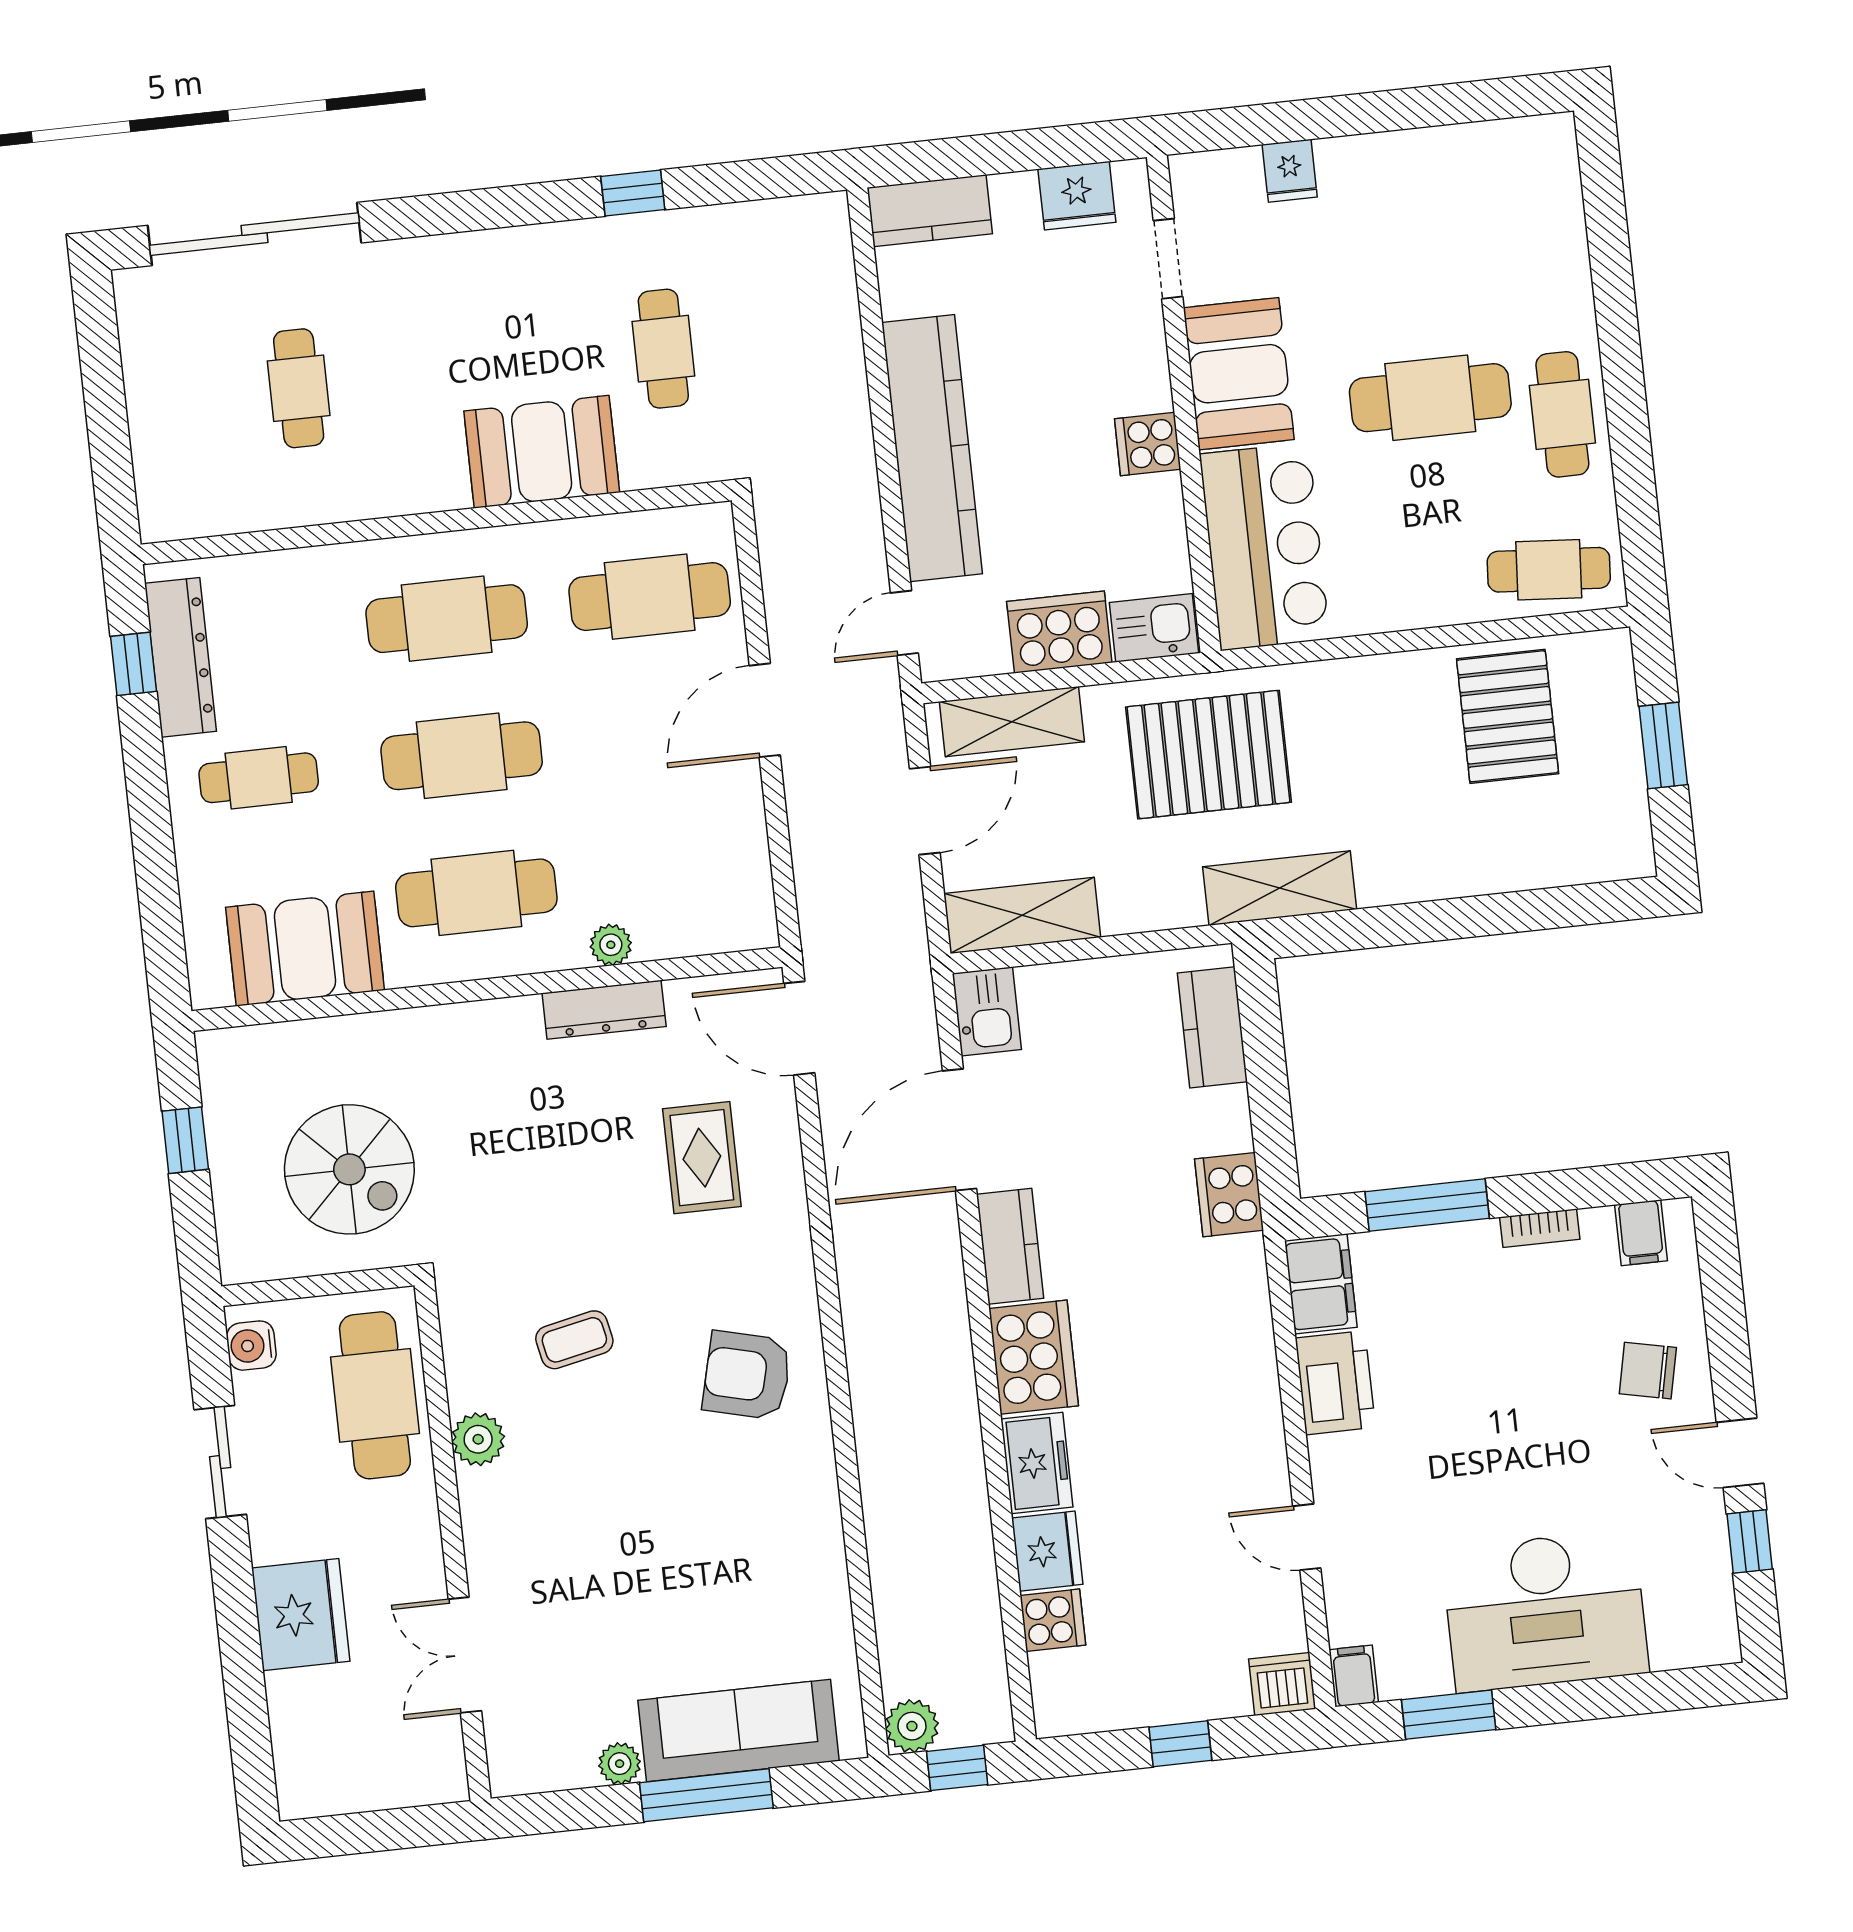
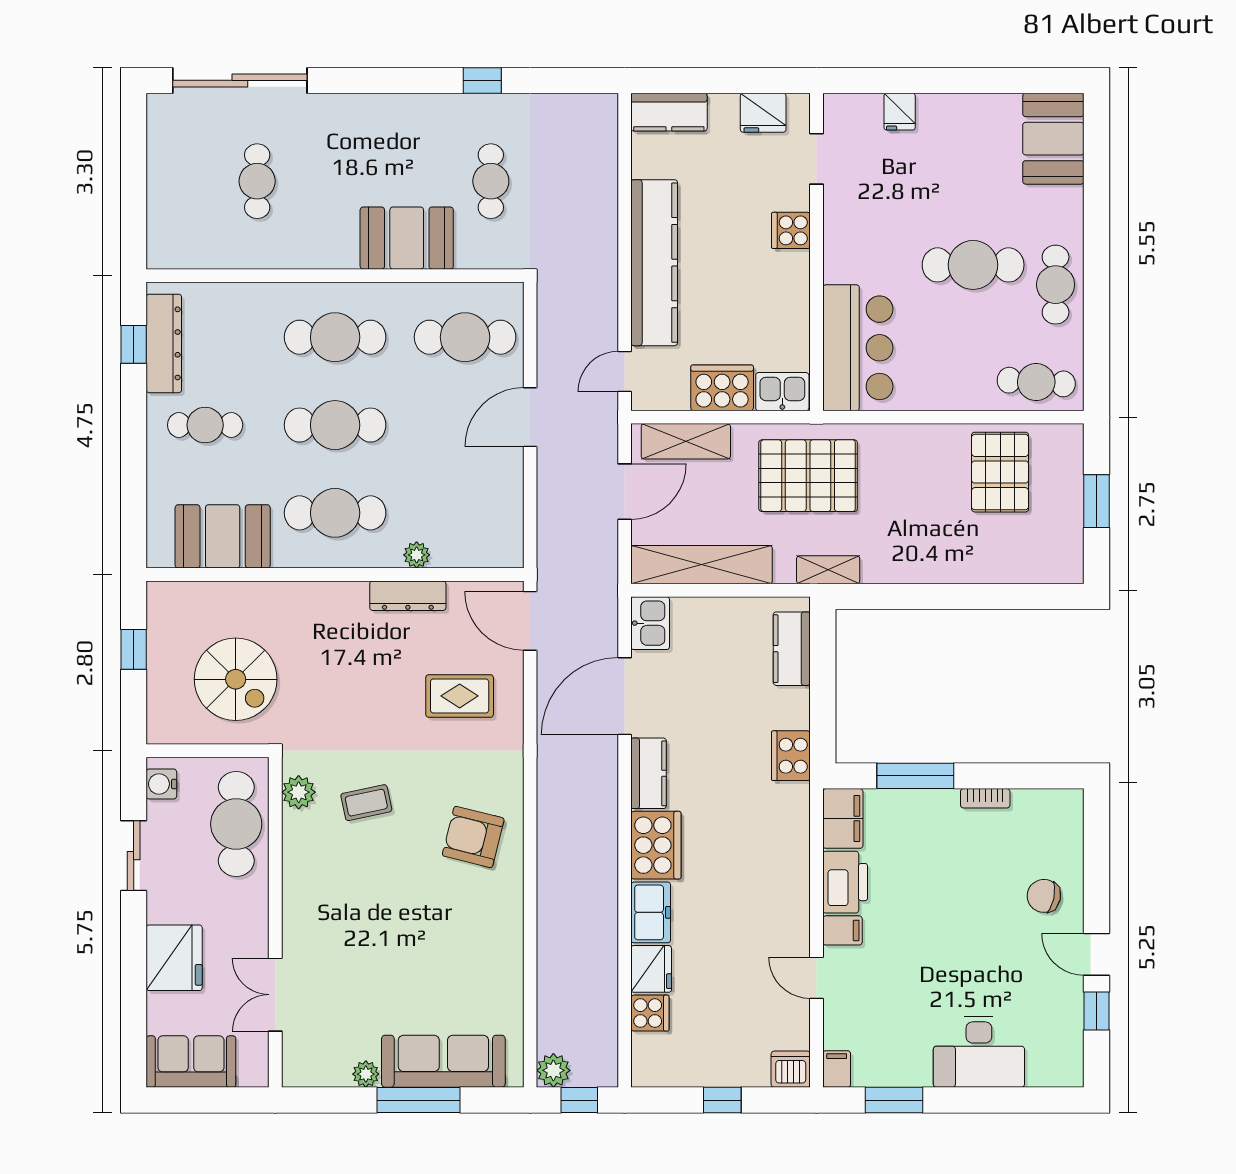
booth: (1239, 374) -> (1053, 139), moved
cooker: (1148, 444) -> (791, 230), moved
shelving: (1280, 888) -> (828, 570), width x0.67, depth x0.75
shelving: (1022, 915) -> (702, 565), width x1.47
rug: (702, 1158) -> (460, 696), turned 90
filing cabinet: (1641, 1233) -> (842, 930), moved, turned -90
plant: (478, 1439) -> (299, 792), moved
desk: (1545, 1611) -> (979, 1052), width x0.73, depth x0.77
sofa: (345, 1774) -> (191, 1062), added

